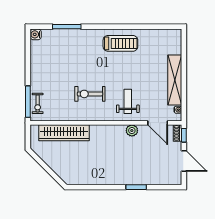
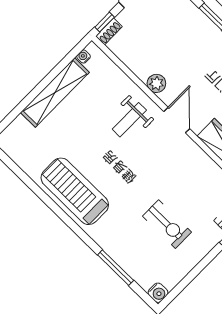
treadmill: (120, 43) -> (75, 191), width x1.37, depth x1.38
exercise bike: (90, 94) -> (167, 224), moved
door: (158, 123) -> (177, 120), moved

